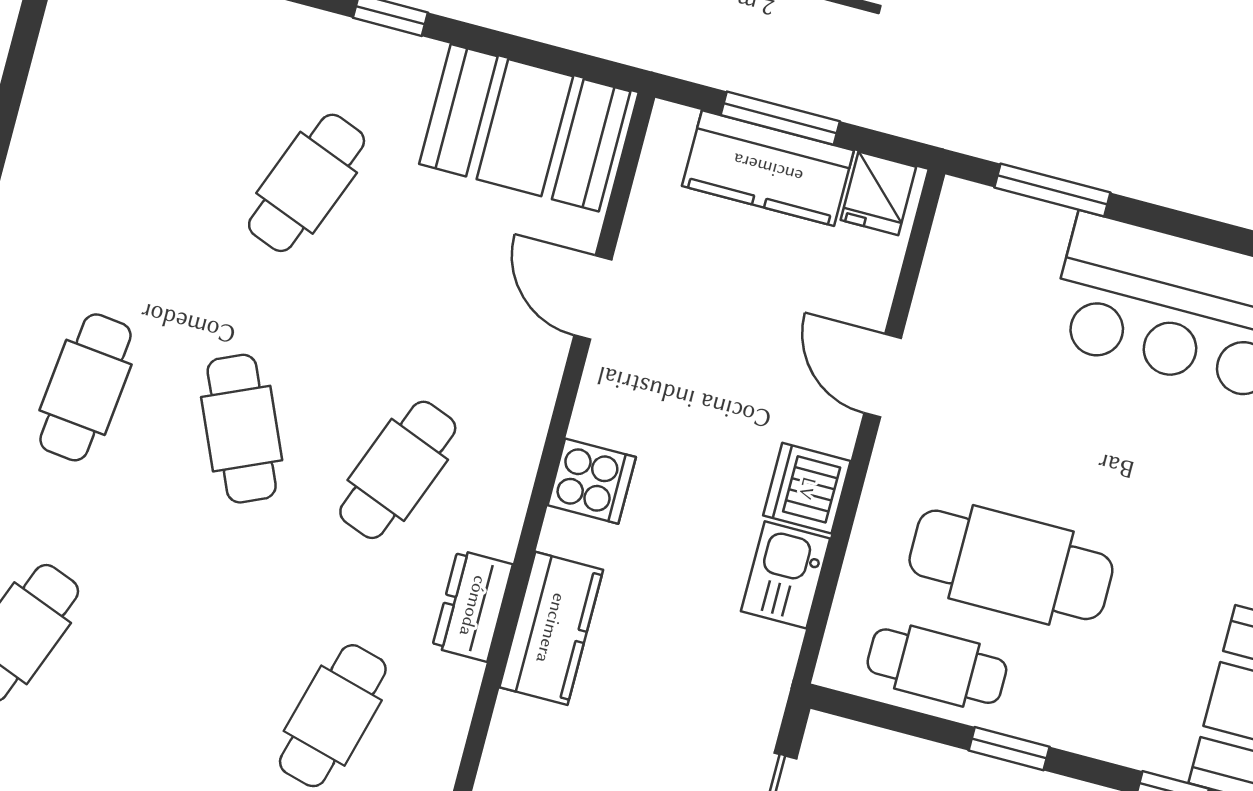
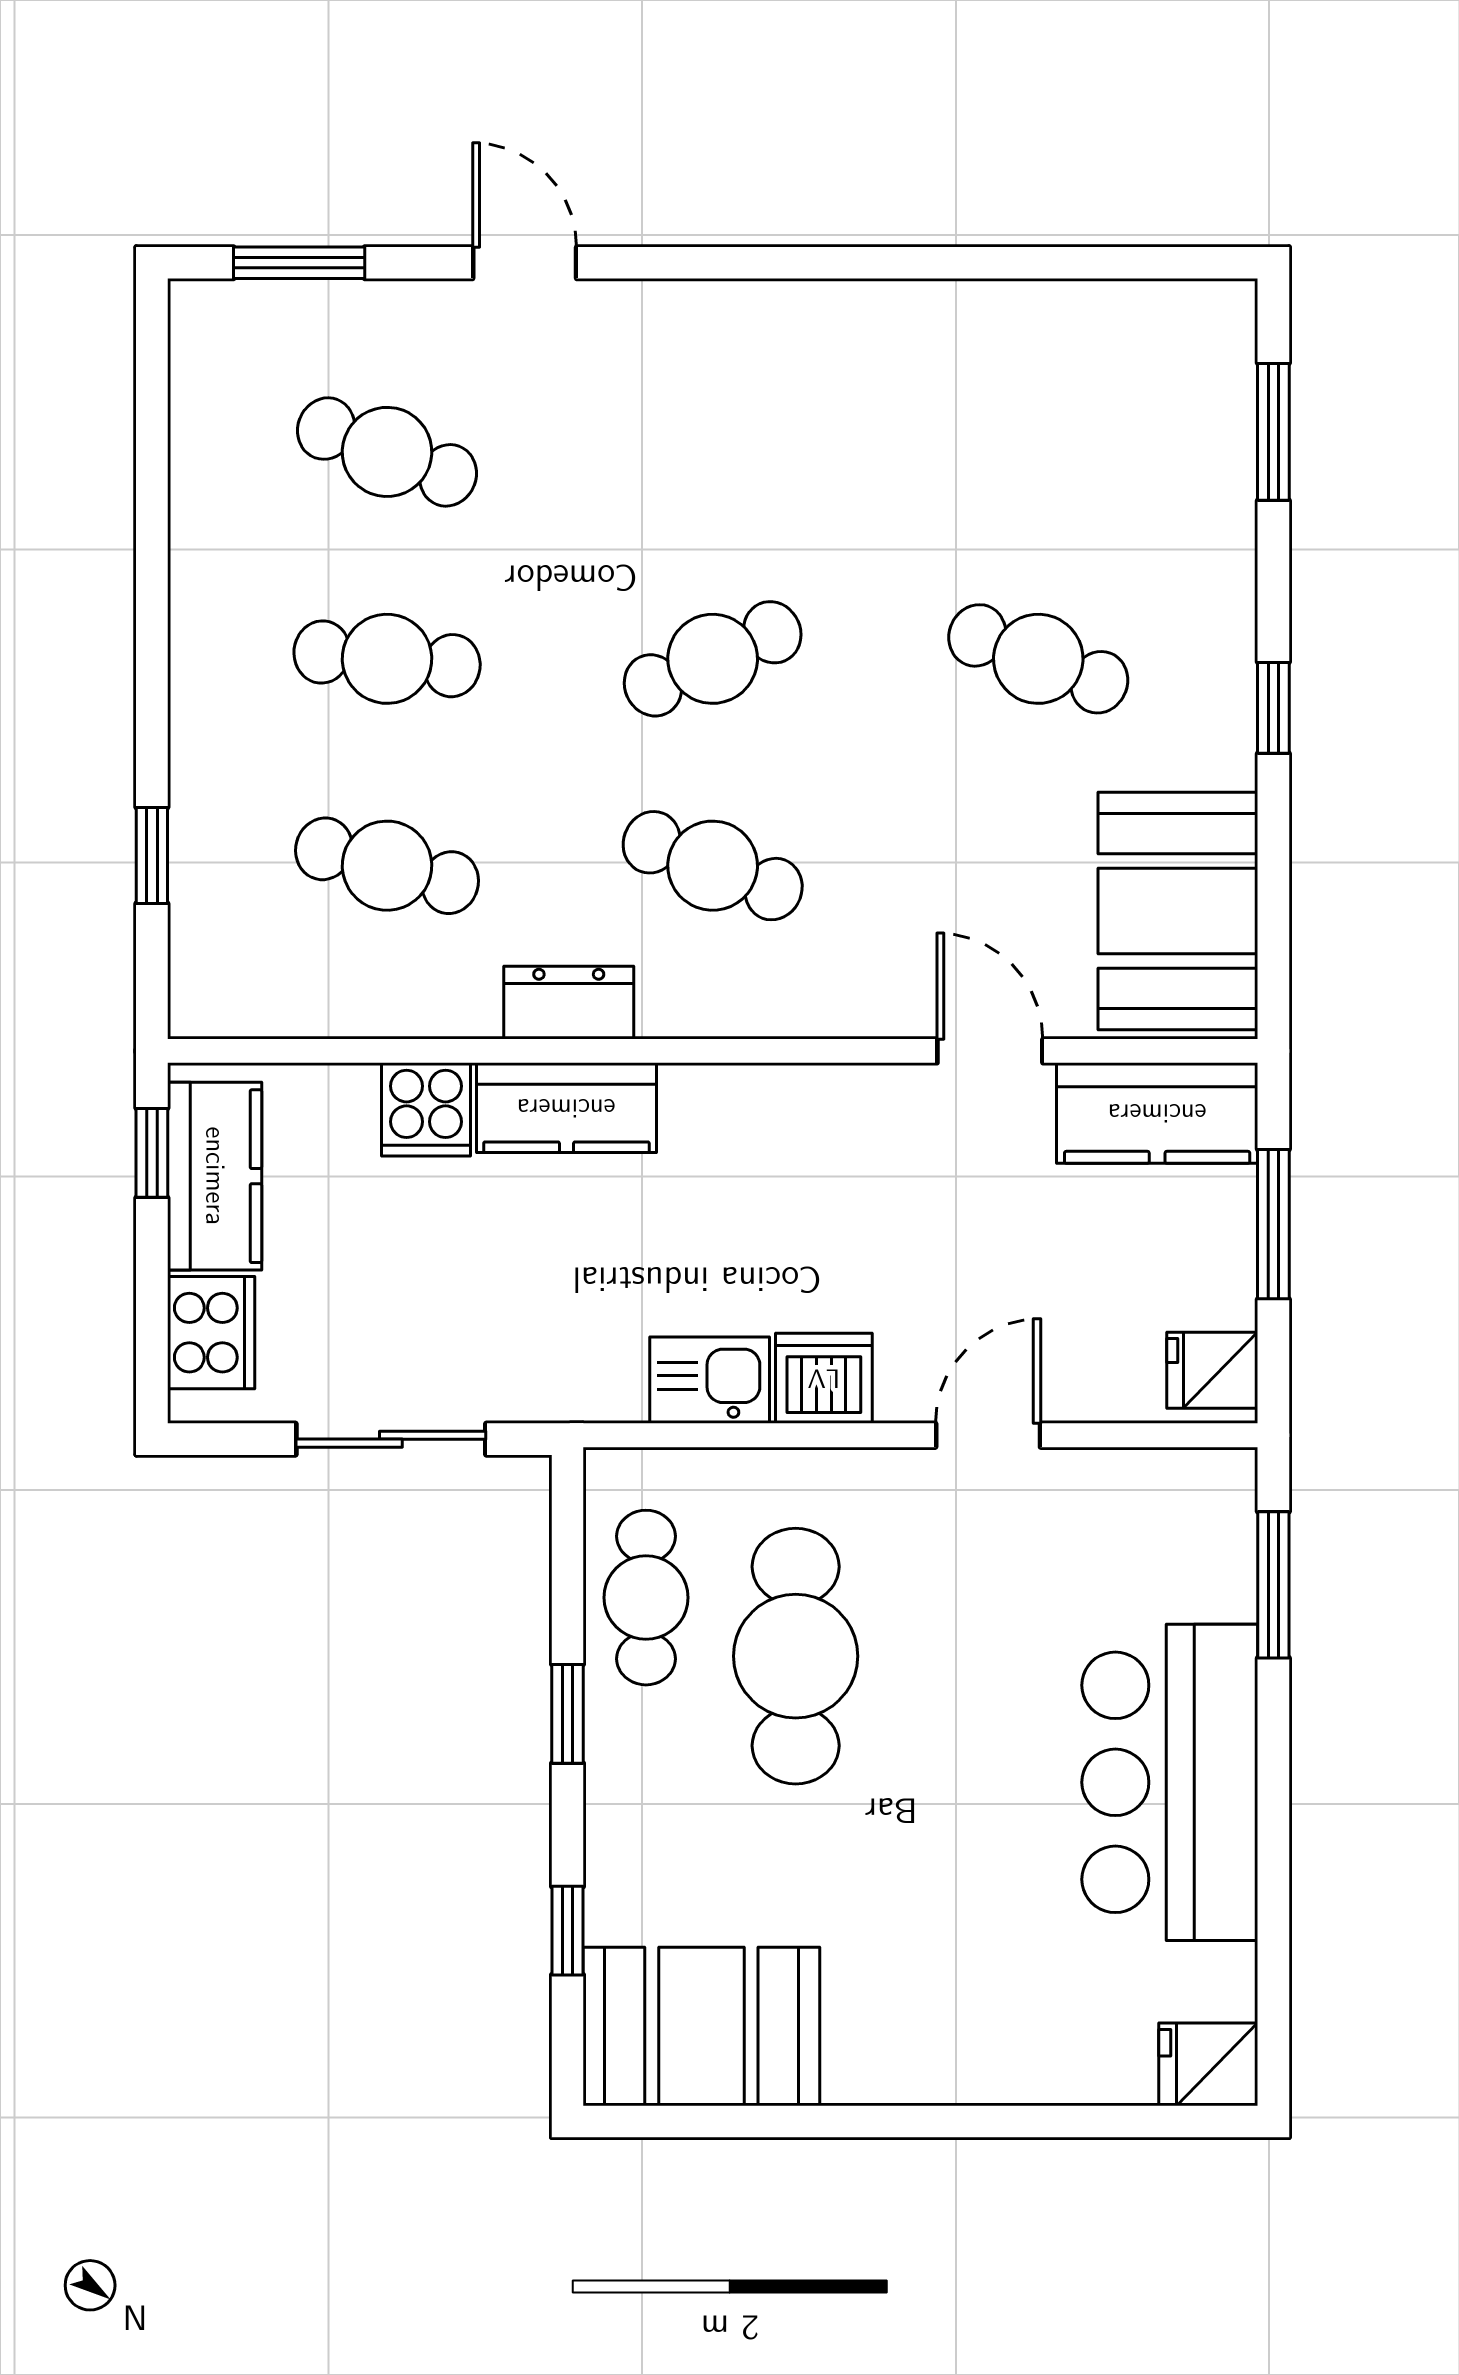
kitchen counter: (768, 168) -> (1157, 1113), moved, turned -90
door: (593, 298) -> (990, 1051), hinge flipped
cafe table: (85, 387) -> (387, 659), moved
cooker: (592, 481) -> (426, 1109), moved

